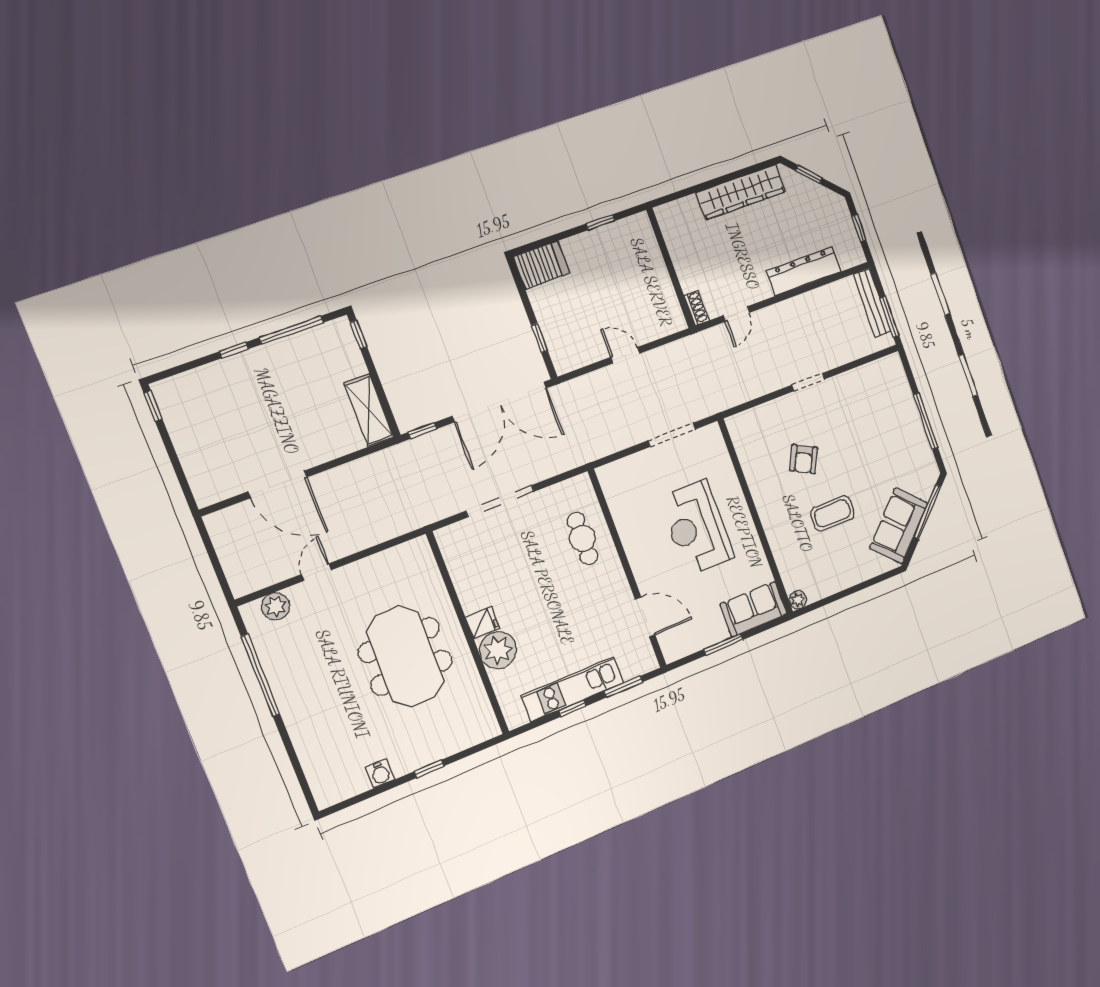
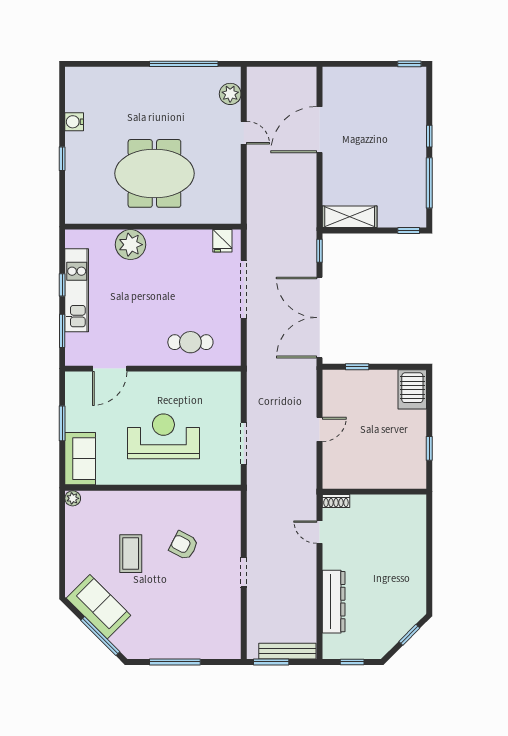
wardrobe: (741, 192) -> (414, 572), removed
fridge: (482, 622) -> (222, 241), moved

